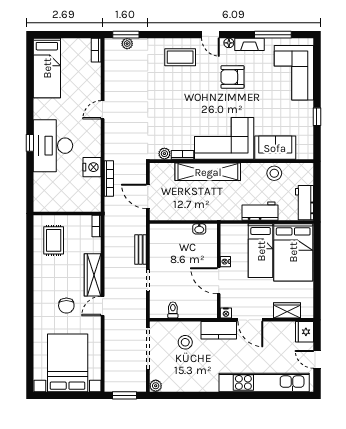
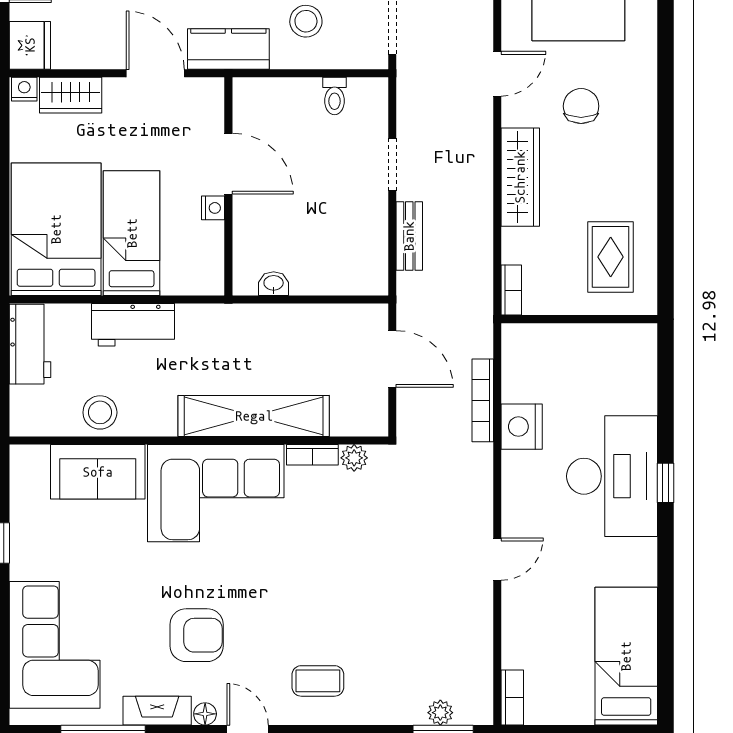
coffee table: (180, 57) -> (318, 681), width x0.73, depth x0.77
door: (103, 306) -> (497, 74), moved
nightstand: (226, 313) -> (24, 89), moved

